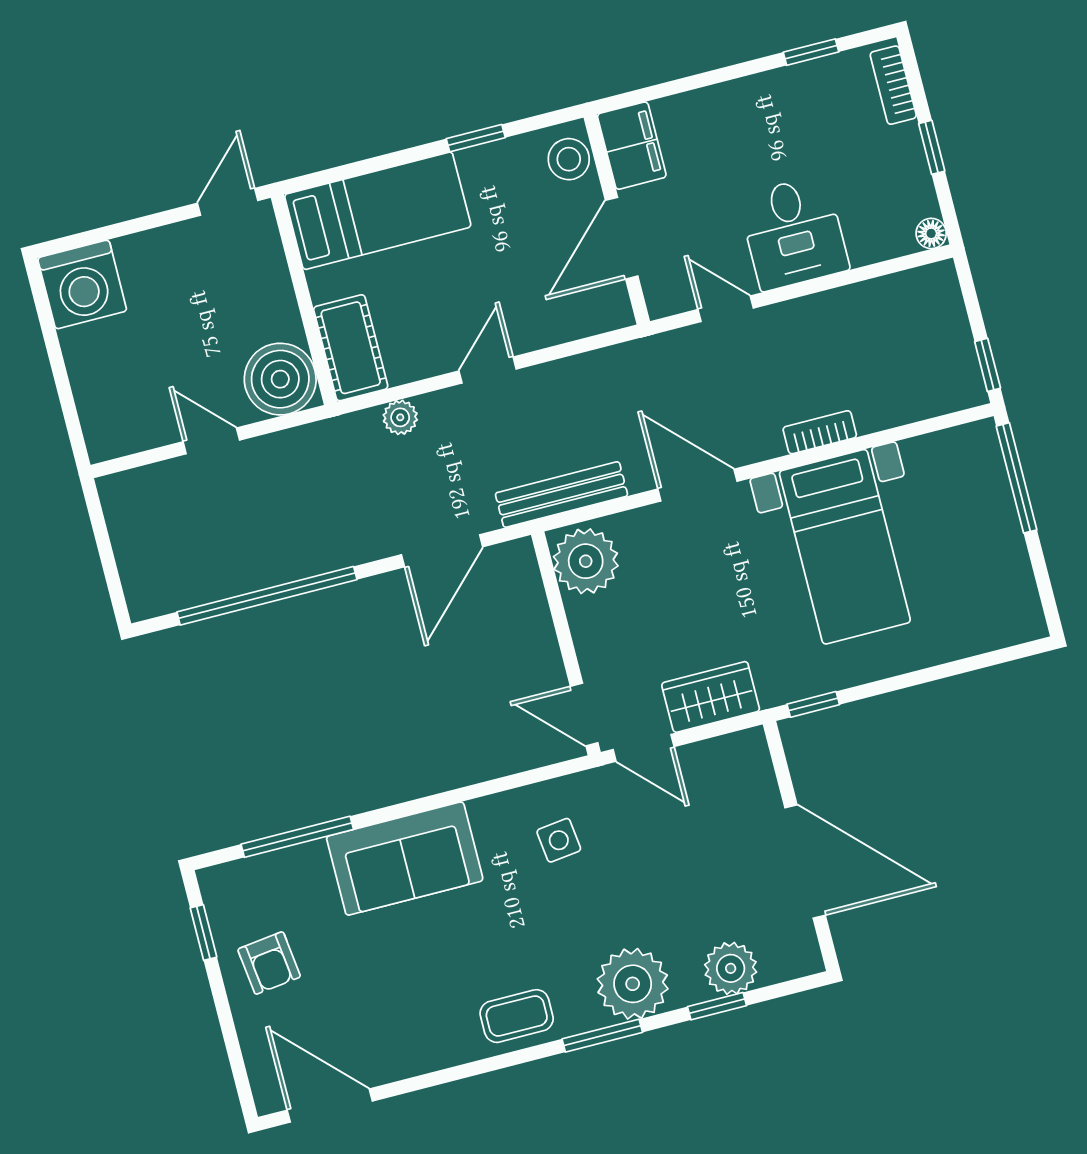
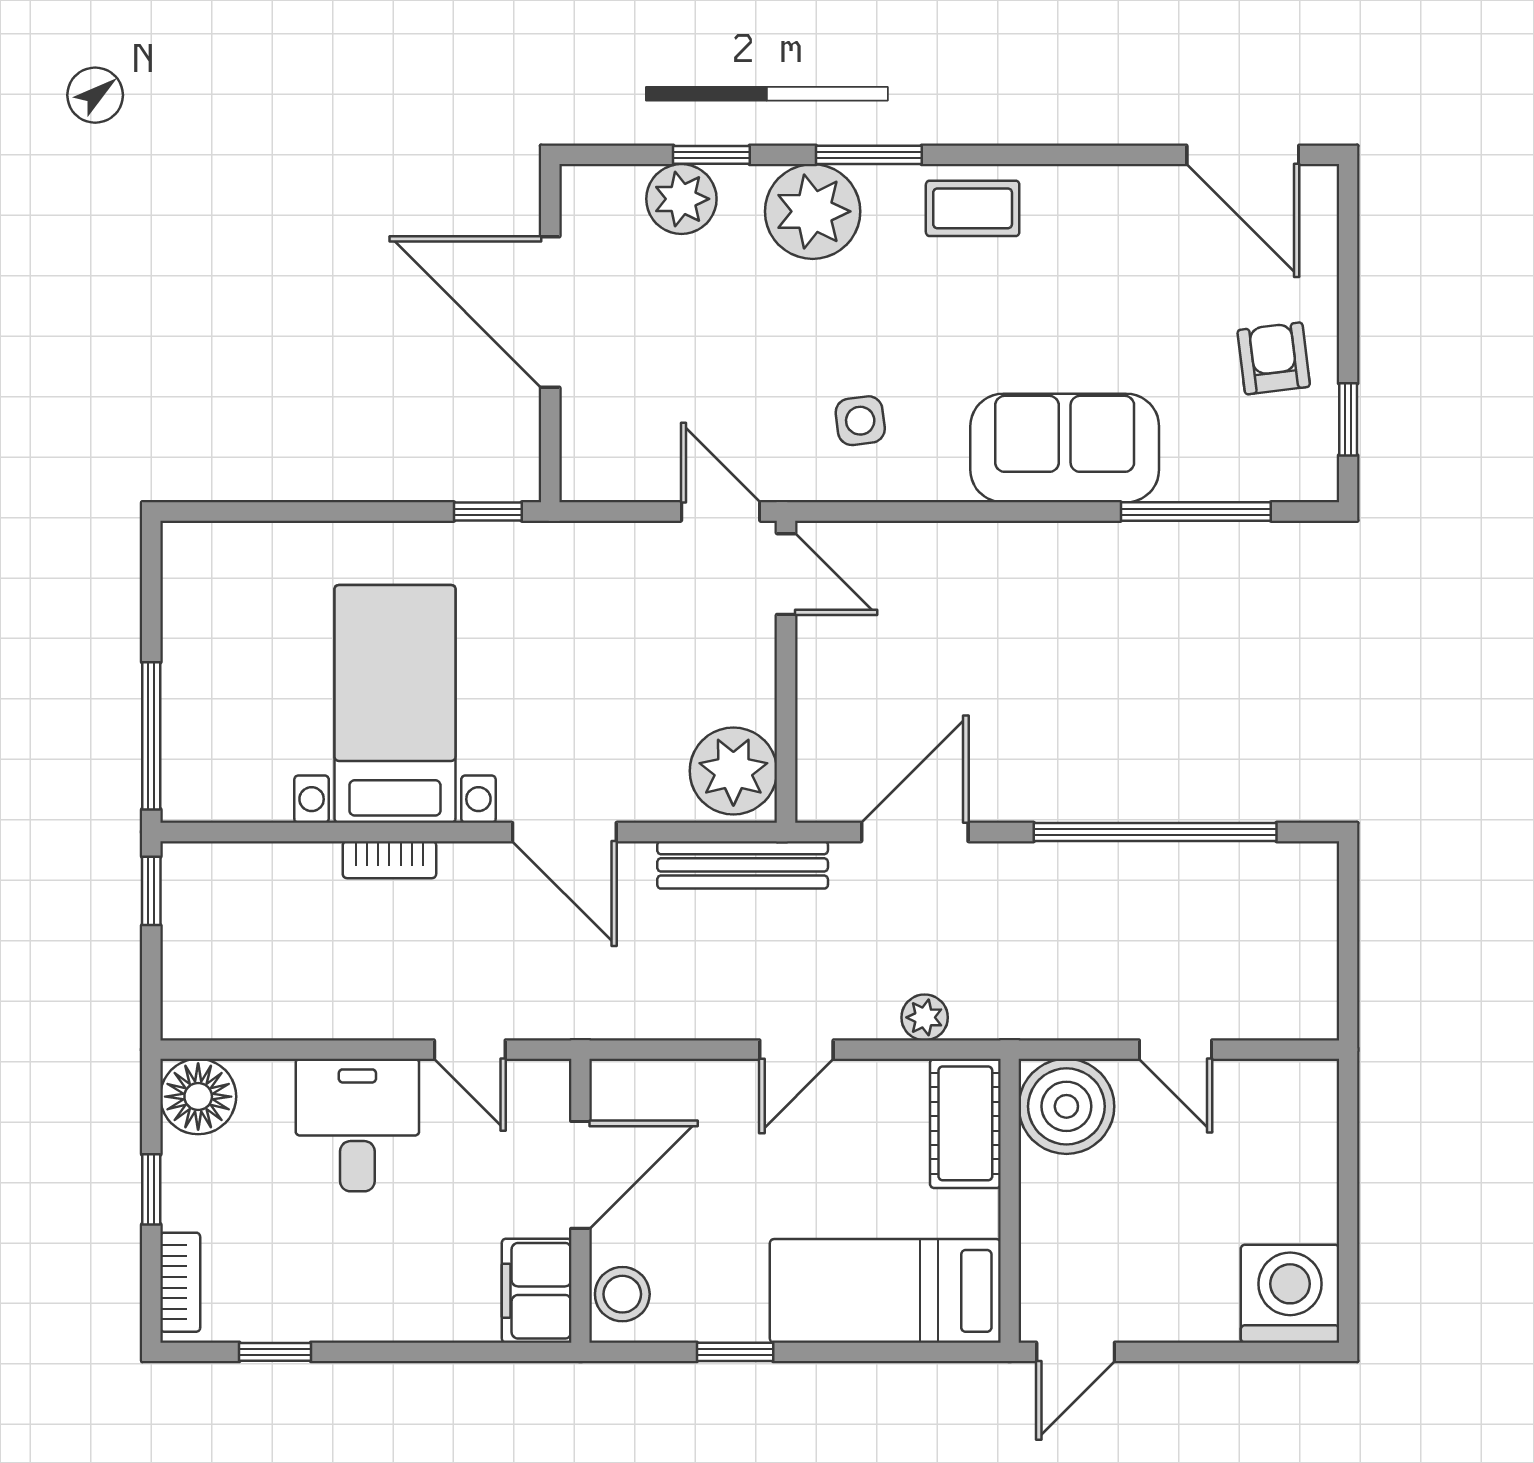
floor lamp: (931, 233) -> (198, 1097), width x1.89, depth x1.89
wardrobe: (711, 697) -> (618, 555), removed

